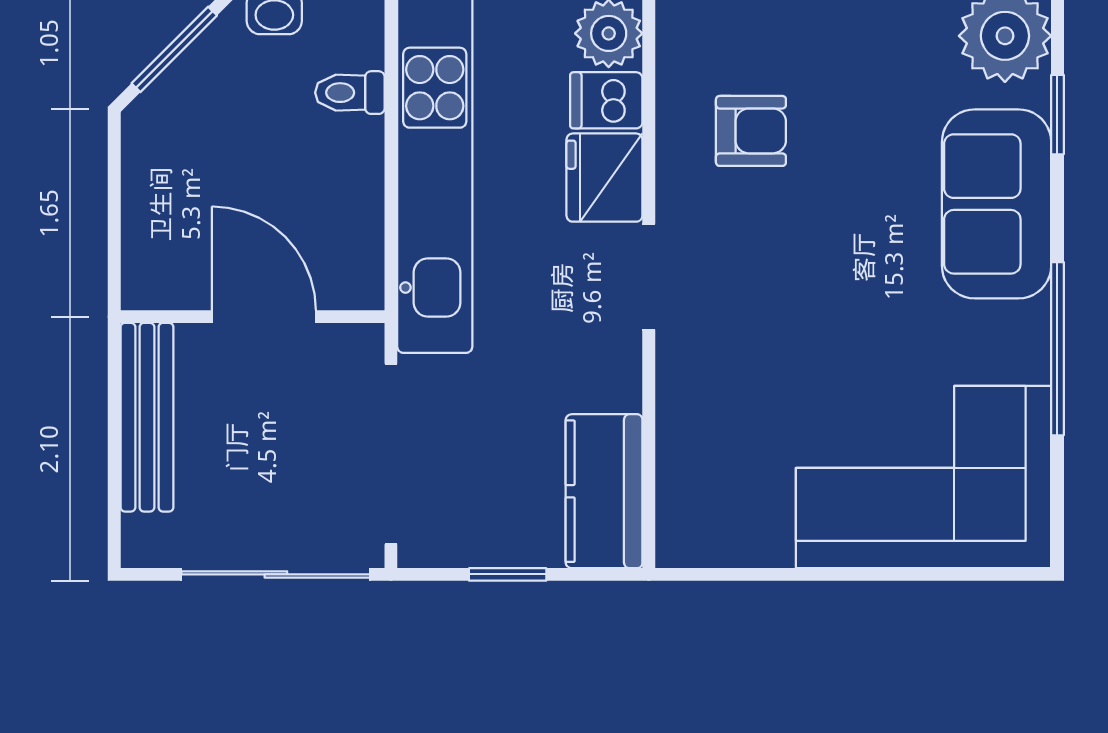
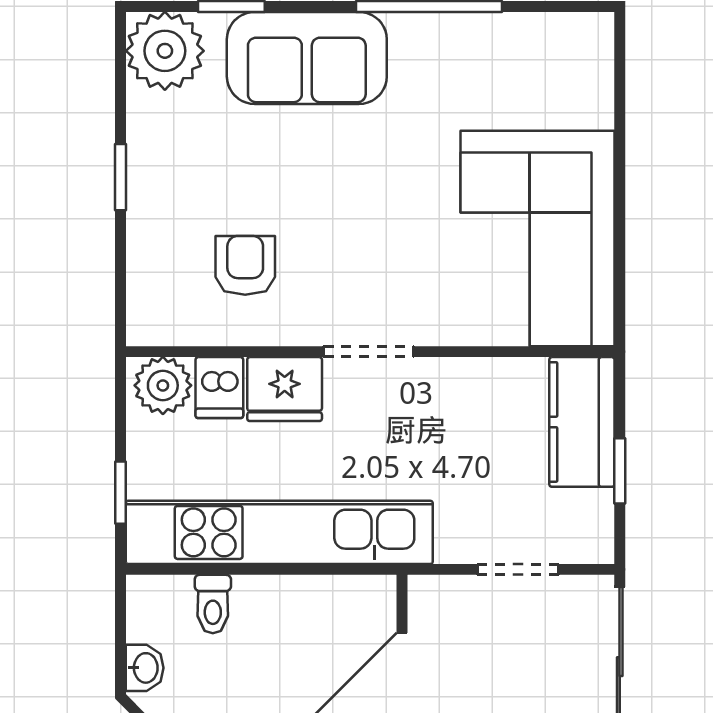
doorway: (391, 454) -> (518, 569), width x0.53
corner sofa: (924, 477) -> (537, 239), moved
kitchen counter: (604, 491) -> (582, 422), moved, turned 90

